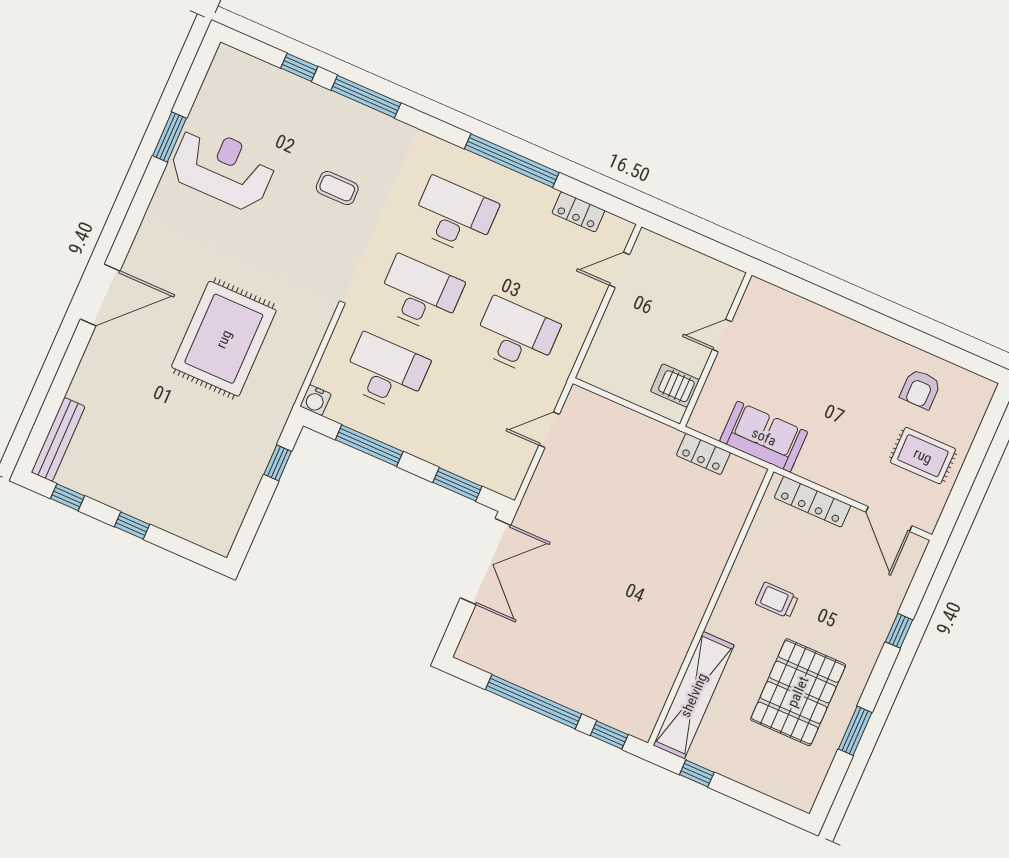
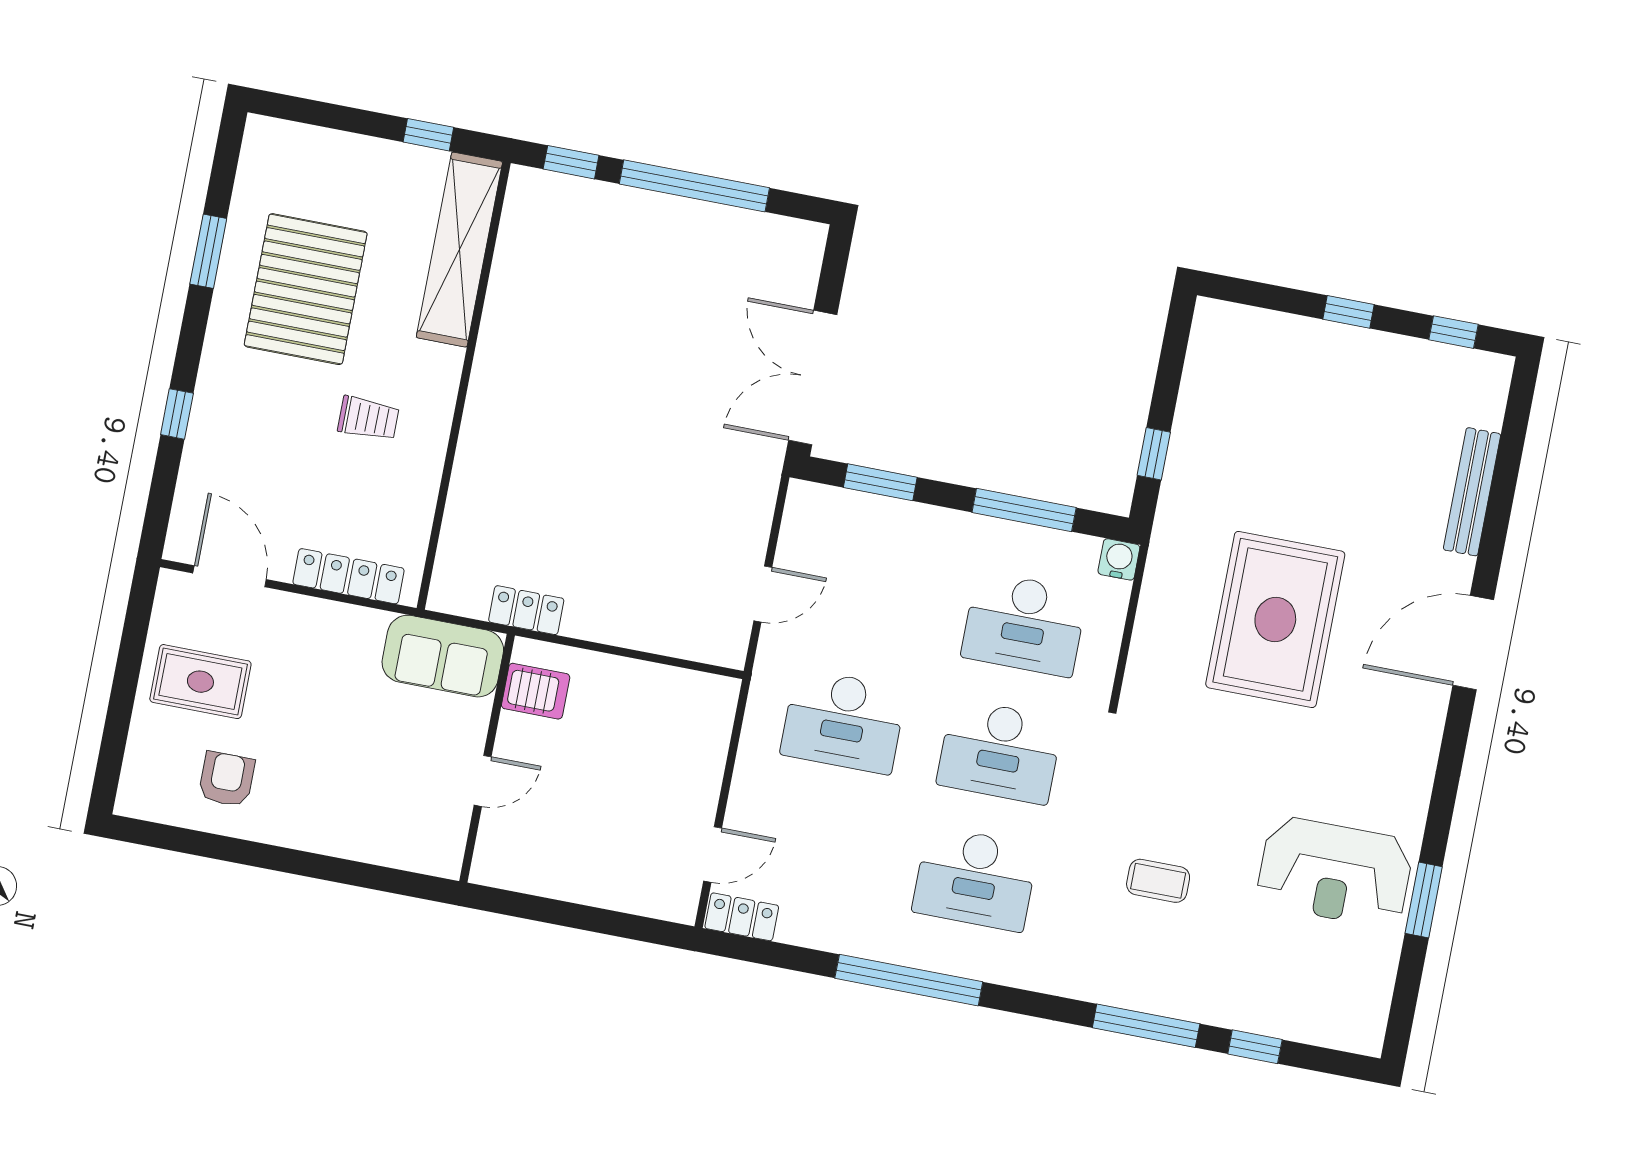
locker: (578, 212) -> (742, 917), moved
door: (722, 336) -> (483, 781), moved
wall: (716, 350) -> (487, 758), moved
server rack: (675, 386) -> (536, 691), moved
bench: (58, 439) -> (1472, 492), moved

